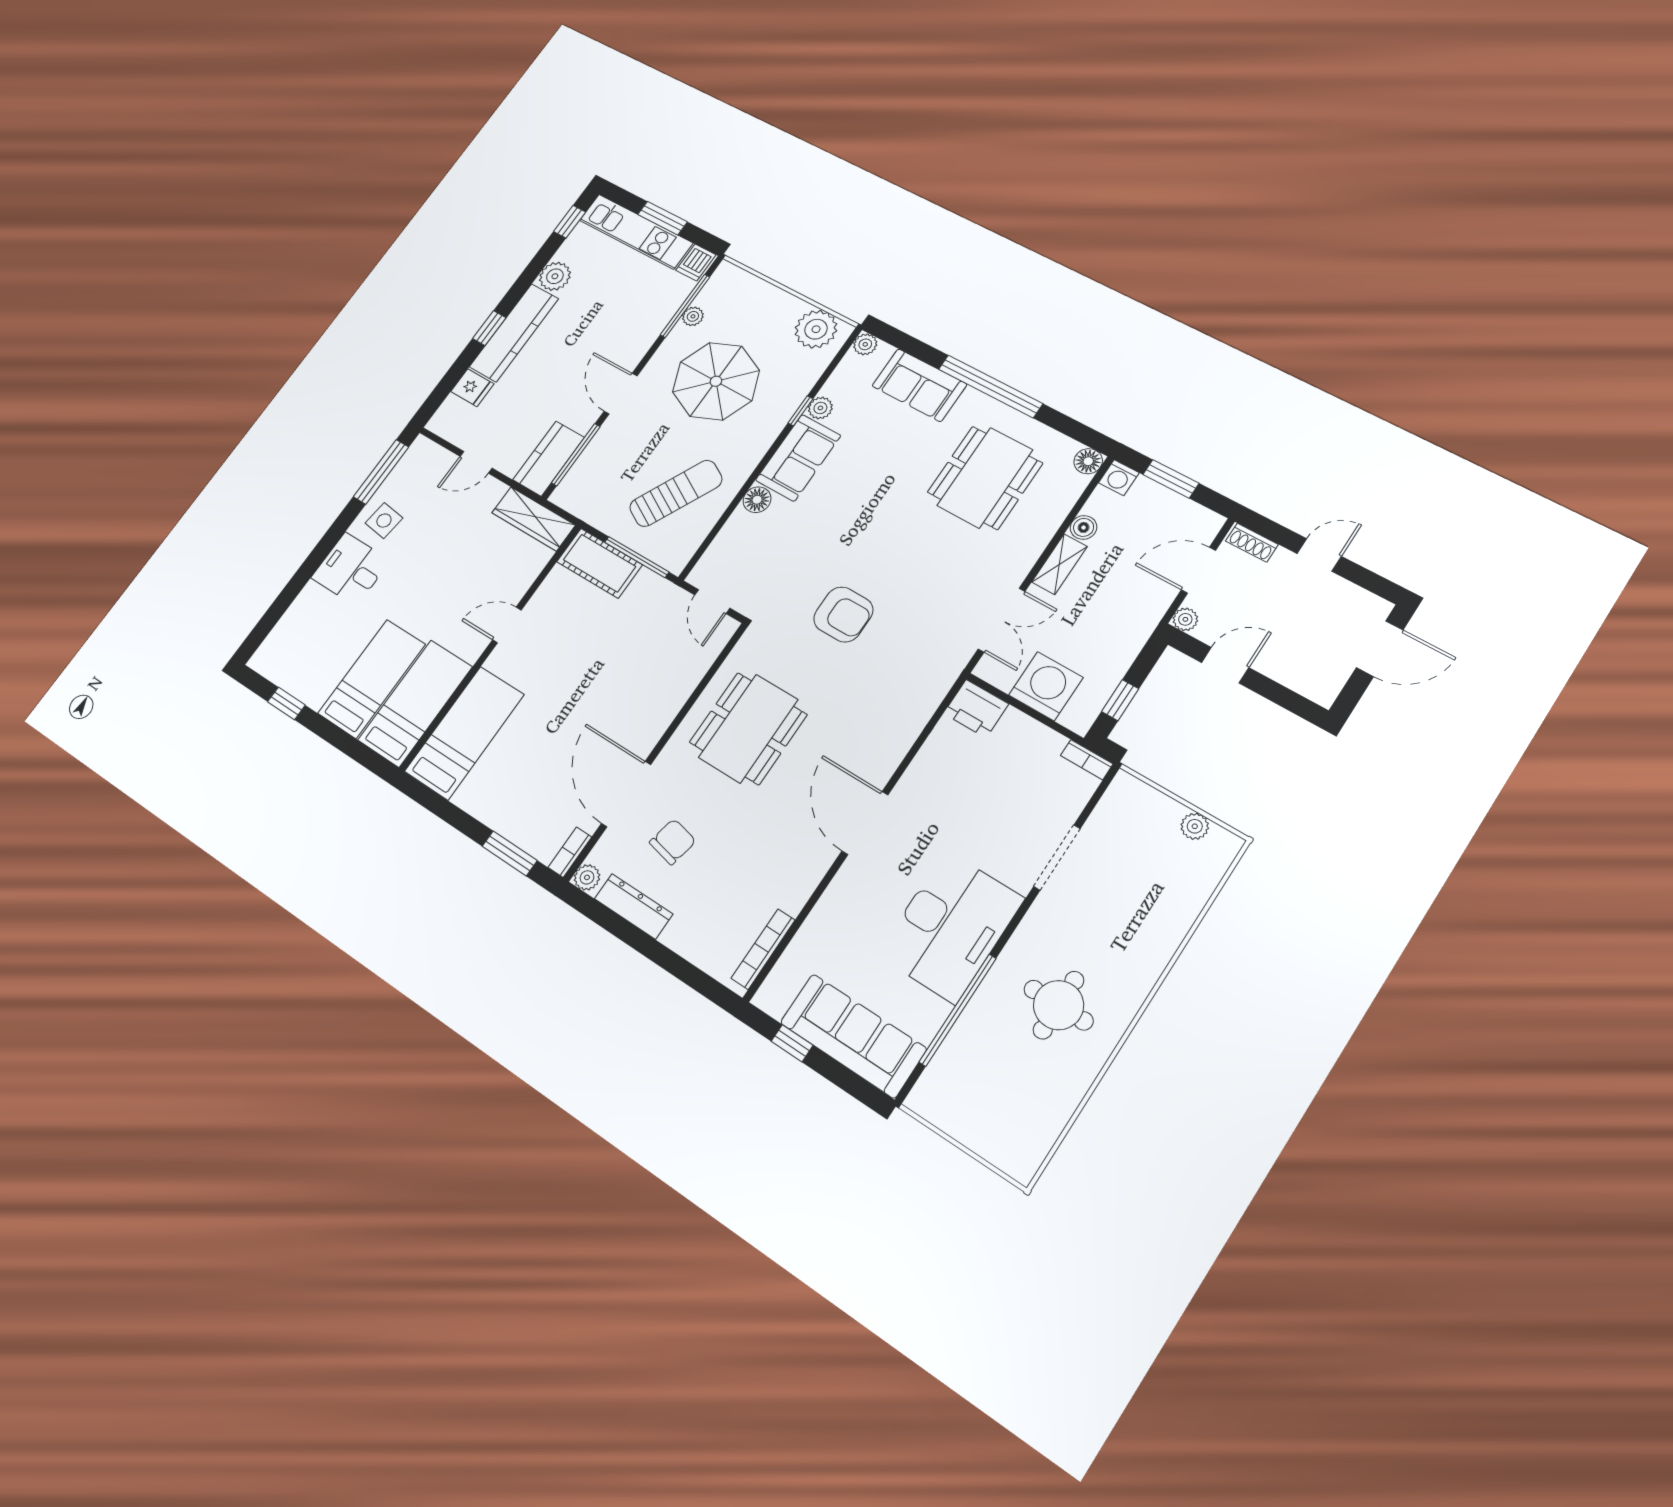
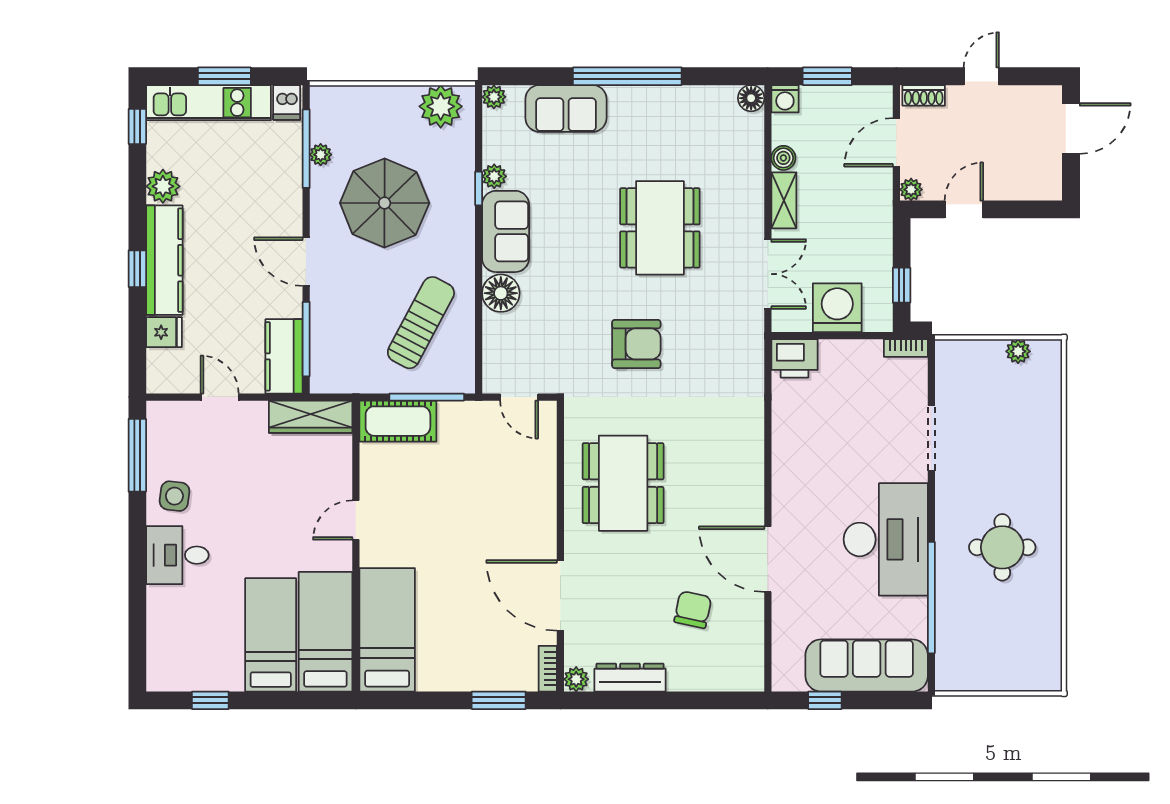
door: (476, 462) -> (220, 397), swing flipped
dining table: (985, 478) -> (660, 228), moved
floor lamp: (757, 500) -> (501, 293), width x1.38, depth x1.38
door: (865, 823) -> (768, 559), moved
chair: (673, 842) -> (693, 610), moved
bookcase: (763, 949) -> (755, 646), removed

